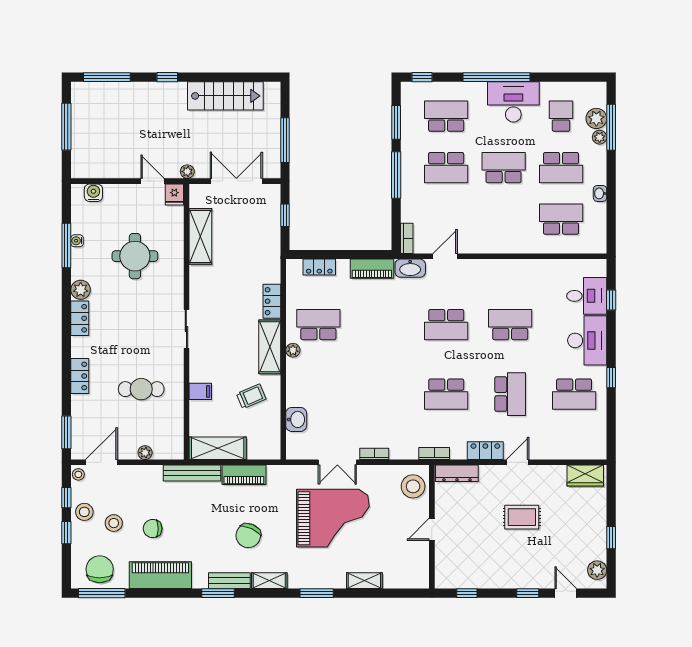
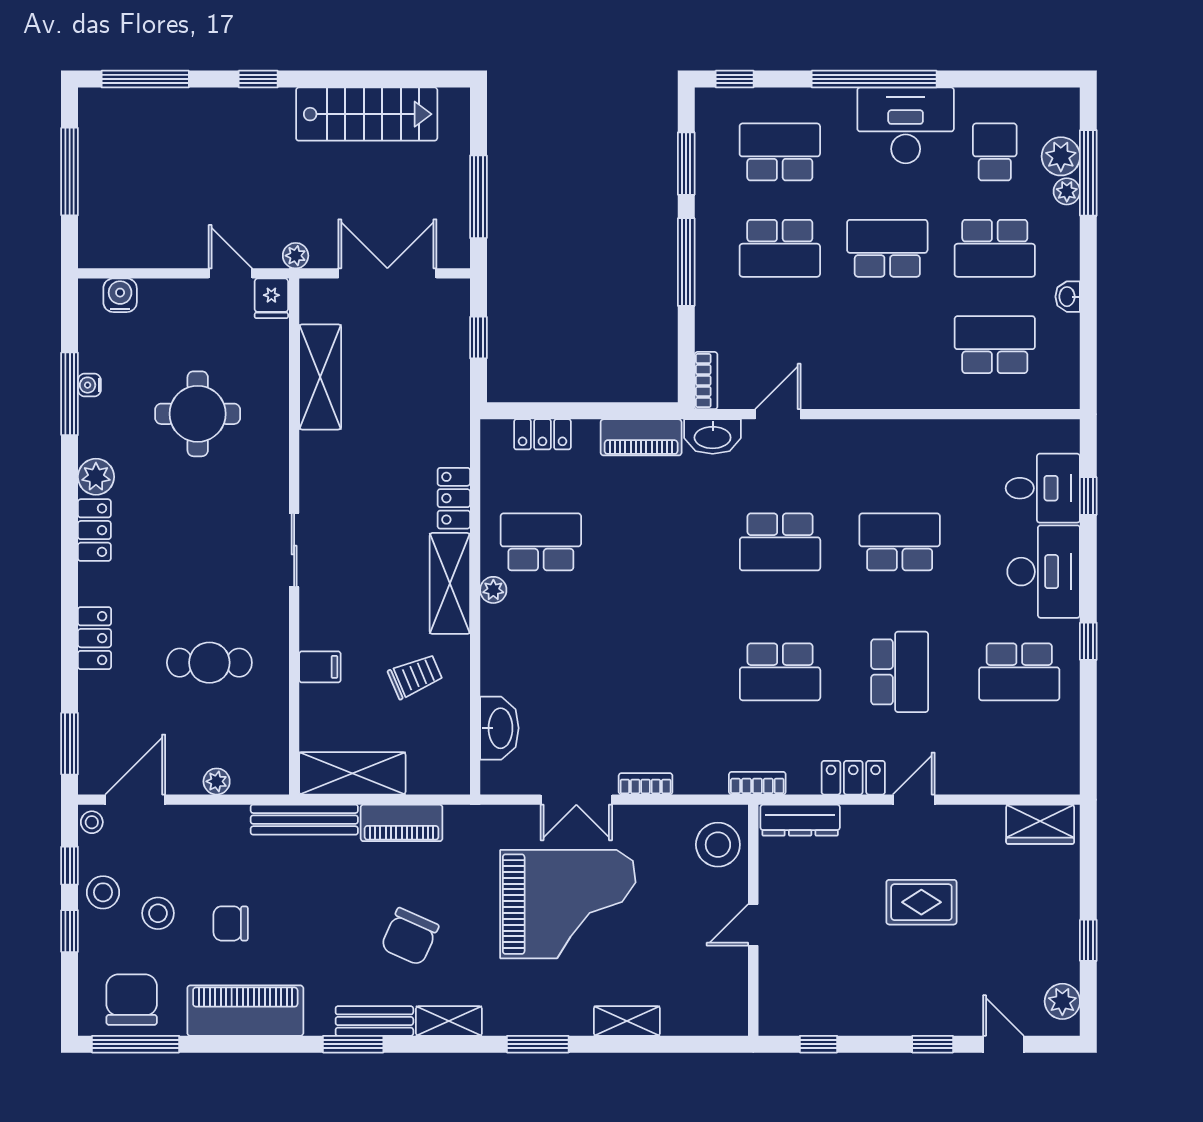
washbasin: (296, 419) -> (499, 728), width x1.38

